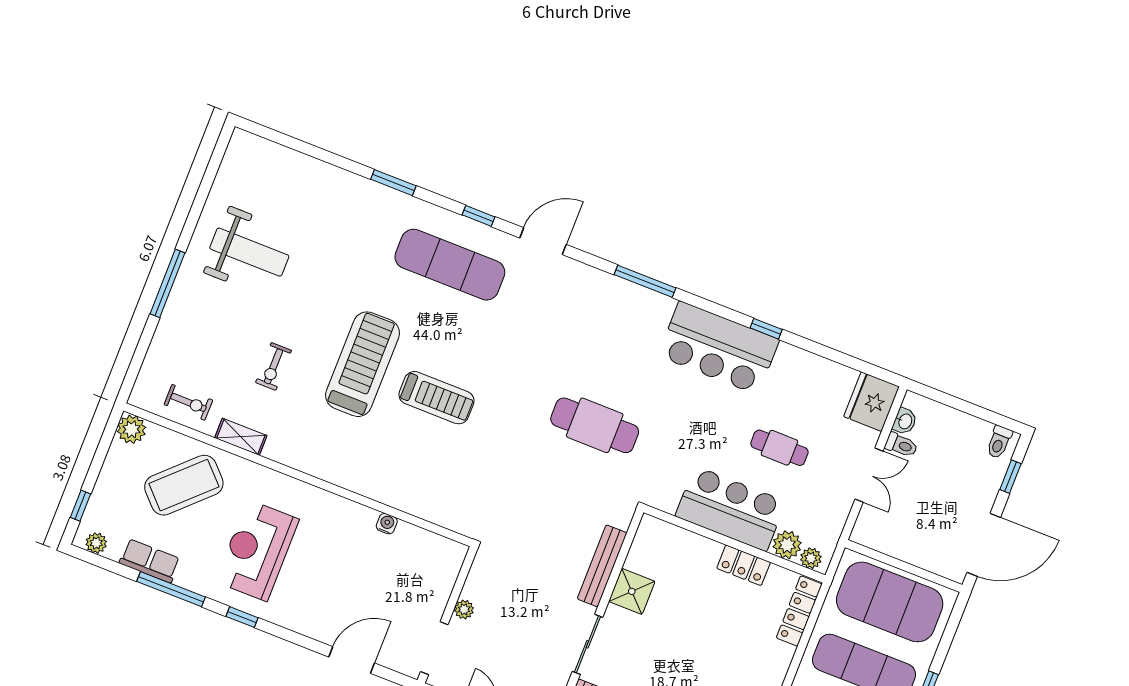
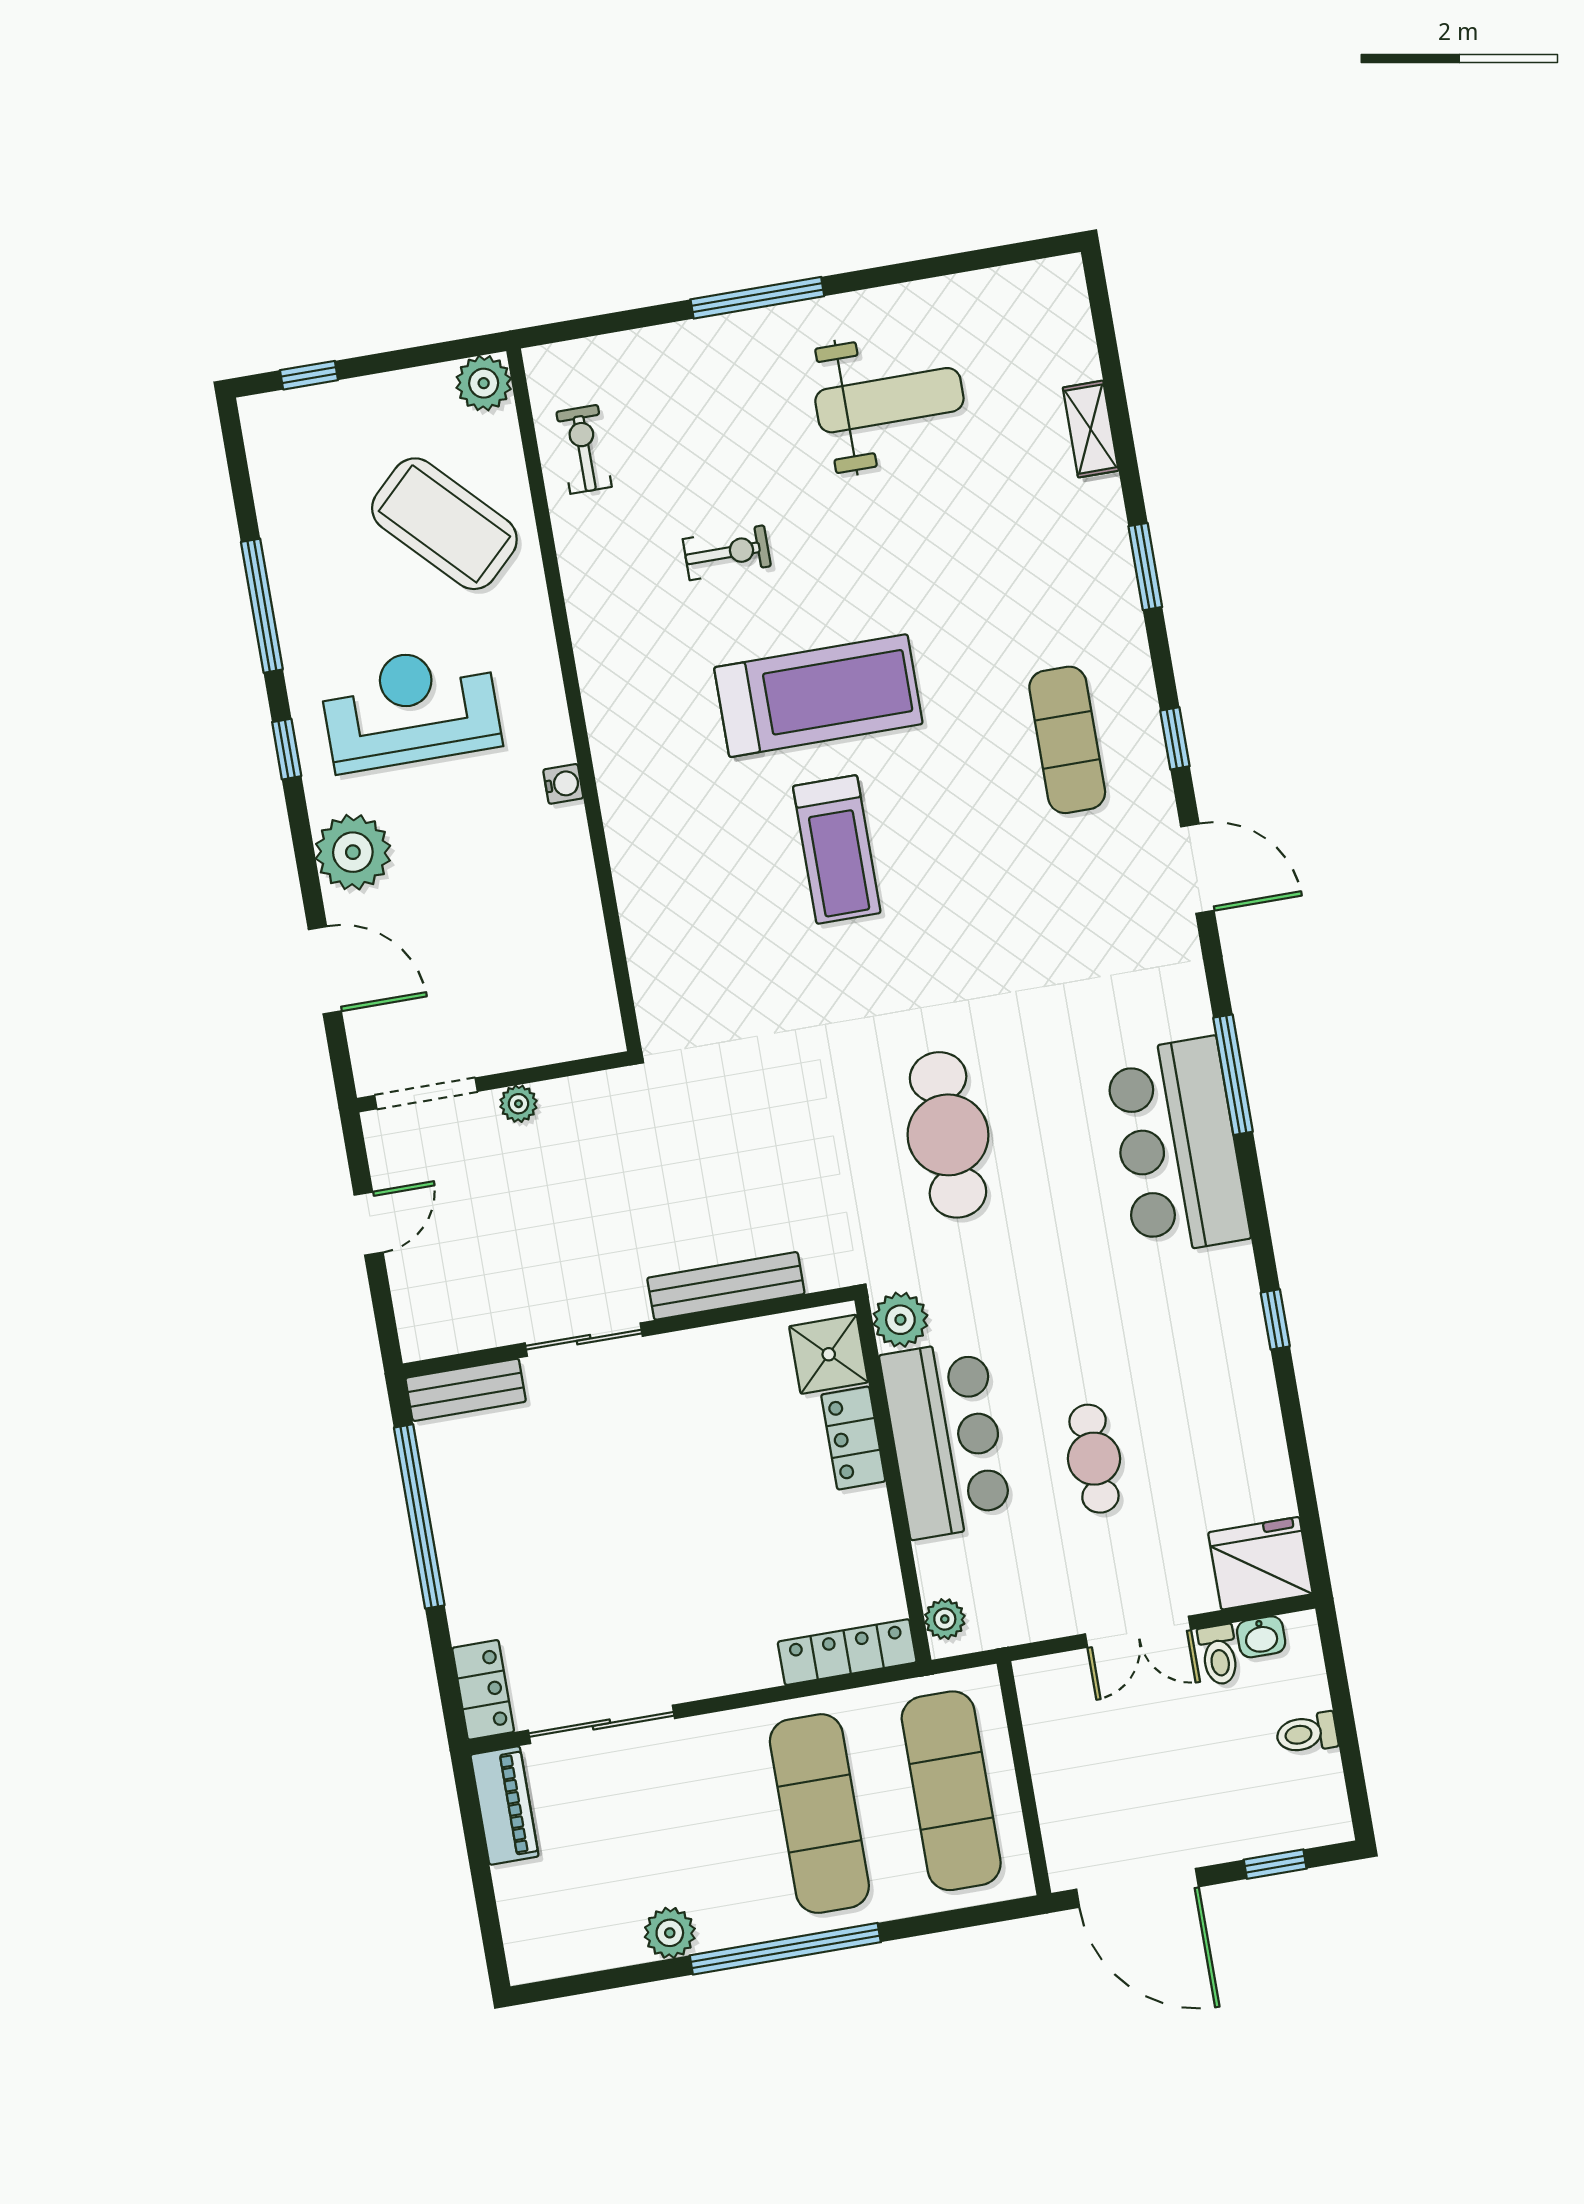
weight bench: (249, 252) -> (889, 400), turned -90
exercise mat: (450, 265) -> (1067, 740), width x0.73, depth x0.69
bar counter: (719, 348) -> (1177, 1146), moved
exercise bike: (274, 366) -> (727, 553), turned 180
exercise bike: (188, 402) -> (584, 449), turned 180
shelving: (241, 437) -> (1091, 429), moved
toilet: (999, 442) -> (1307, 1733), moved
water cooler: (387, 524) -> (563, 784), moved
plant: (96, 543) -> (353, 852), moved, width x1.88, depth x1.88
plant: (787, 545) -> (900, 1320), moved
row of seats: (150, 561) -> (287, 543), removed
locker: (744, 565) -> (853, 1438), moved
shower: (632, 591) -> (829, 1354), moved
exercise mat: (890, 602) -> (951, 1791), width x0.68

